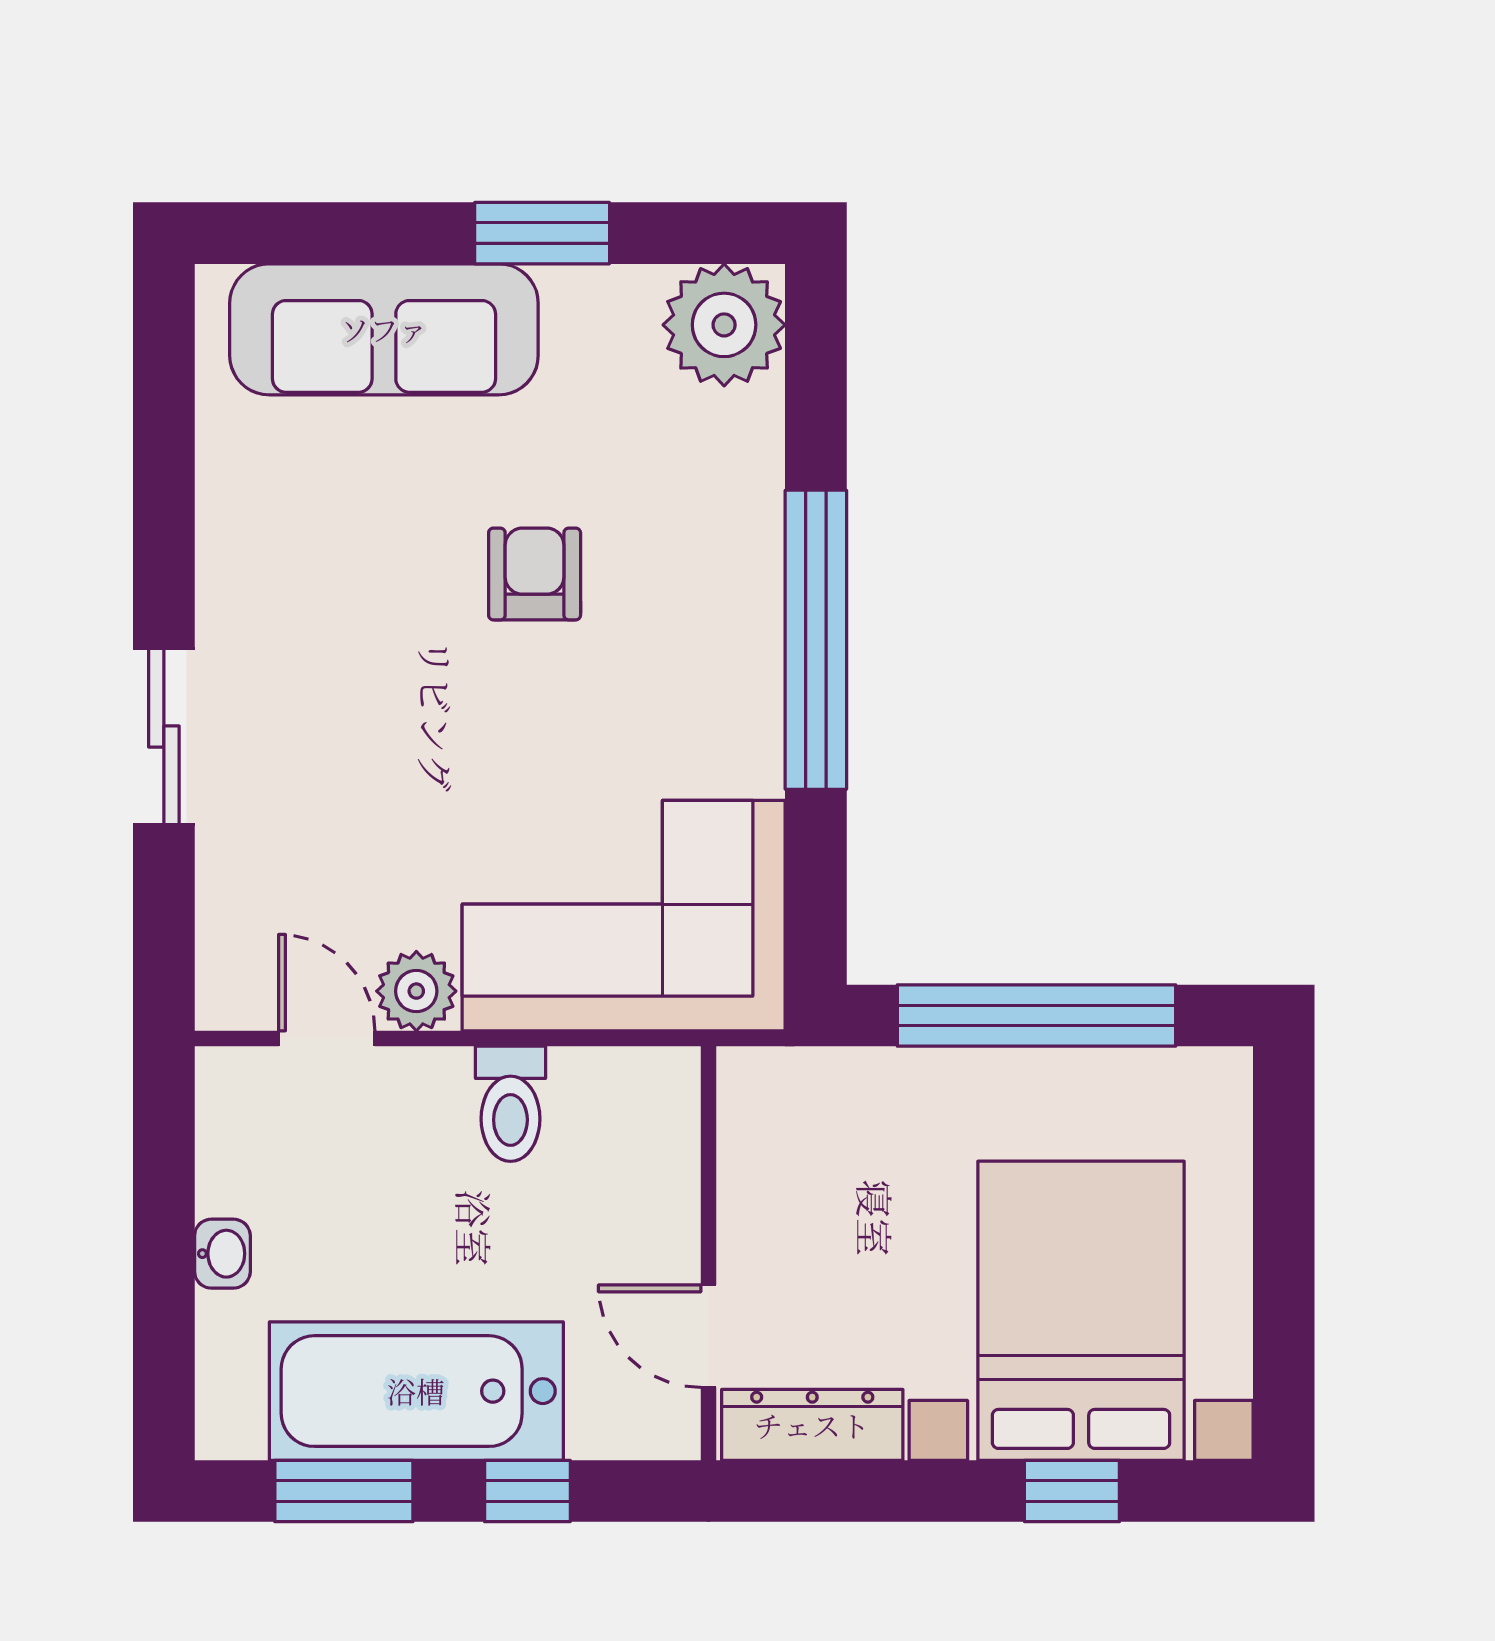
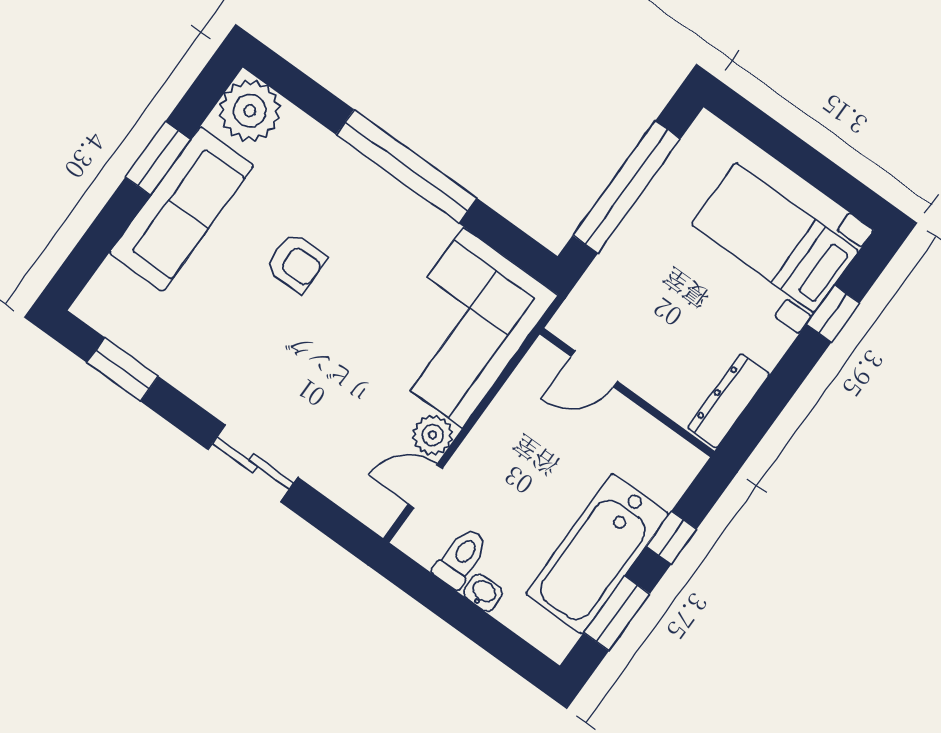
sofa: (384, 329) -> (182, 209), moved
window: (164, 420) -> (123, 369), added
armchair: (535, 574) -> (296, 263), turned 180
toilet: (510, 1104) -> (461, 558), moved, turned -90
bed with nightstands: (1081, 1311) -> (775, 238), width x0.73
door: (708, 1336) -> (594, 369), moved

